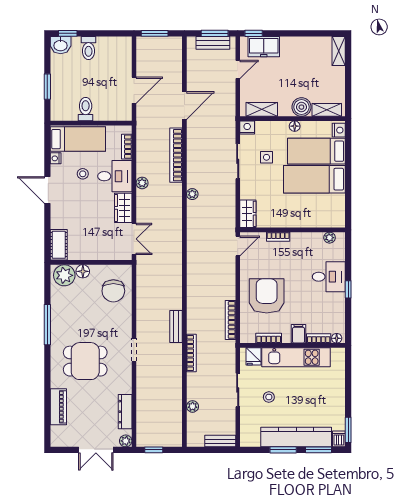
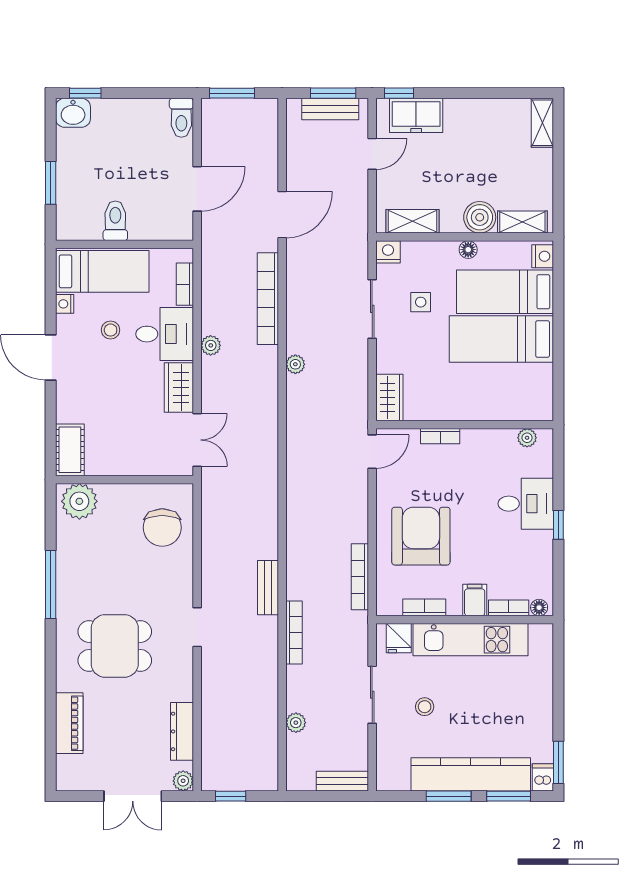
toilet: (88, 48) -> (181, 118), moved
floor lamp: (83, 271) -> (111, 495), removed

